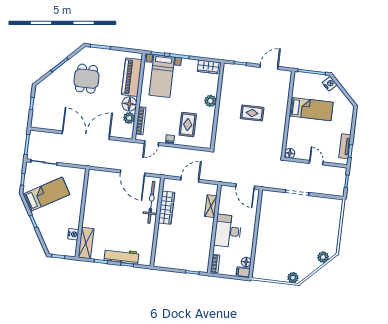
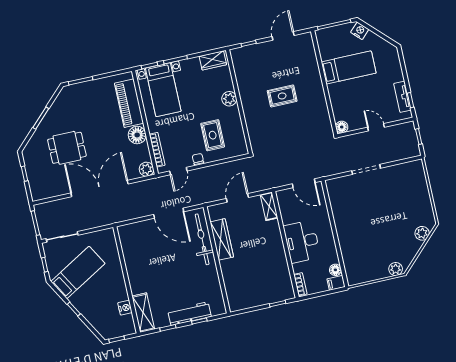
dining table: (86, 79) -> (67, 148), moved, turned 90
plant: (129, 118) -> (146, 169), moved
shelving: (211, 206) -> (269, 206), moved

